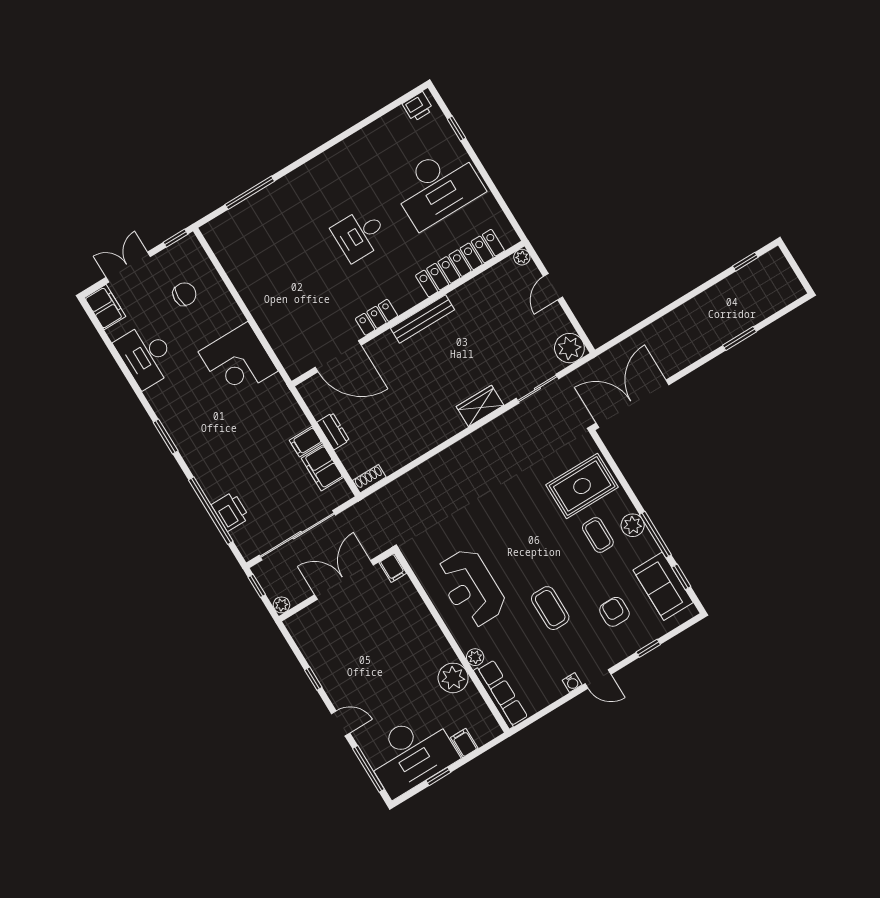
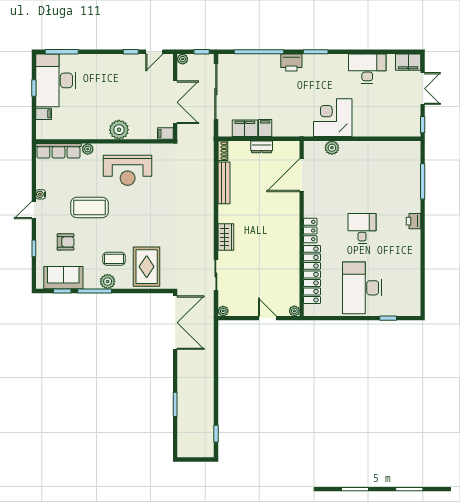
printer: (418, 107) -> (413, 221), moved
chair: (184, 294) -> (388, 111), removed
locker: (376, 317) -> (310, 231), moved
bench: (422, 319) -> (224, 183), moved
plant: (278, 338) -> (332, 148), added
plant: (569, 348) -> (223, 311), width x0.53, depth x0.53
printer: (230, 511) -> (291, 62), moved
reception desk: (471, 588) -> (128, 170), turned 180
coffee table: (550, 608) -> (89, 207), width x1.36, depth x1.32
plant: (453, 678) -> (119, 130), moved
door: (341, 723) -> (154, 52), moved

